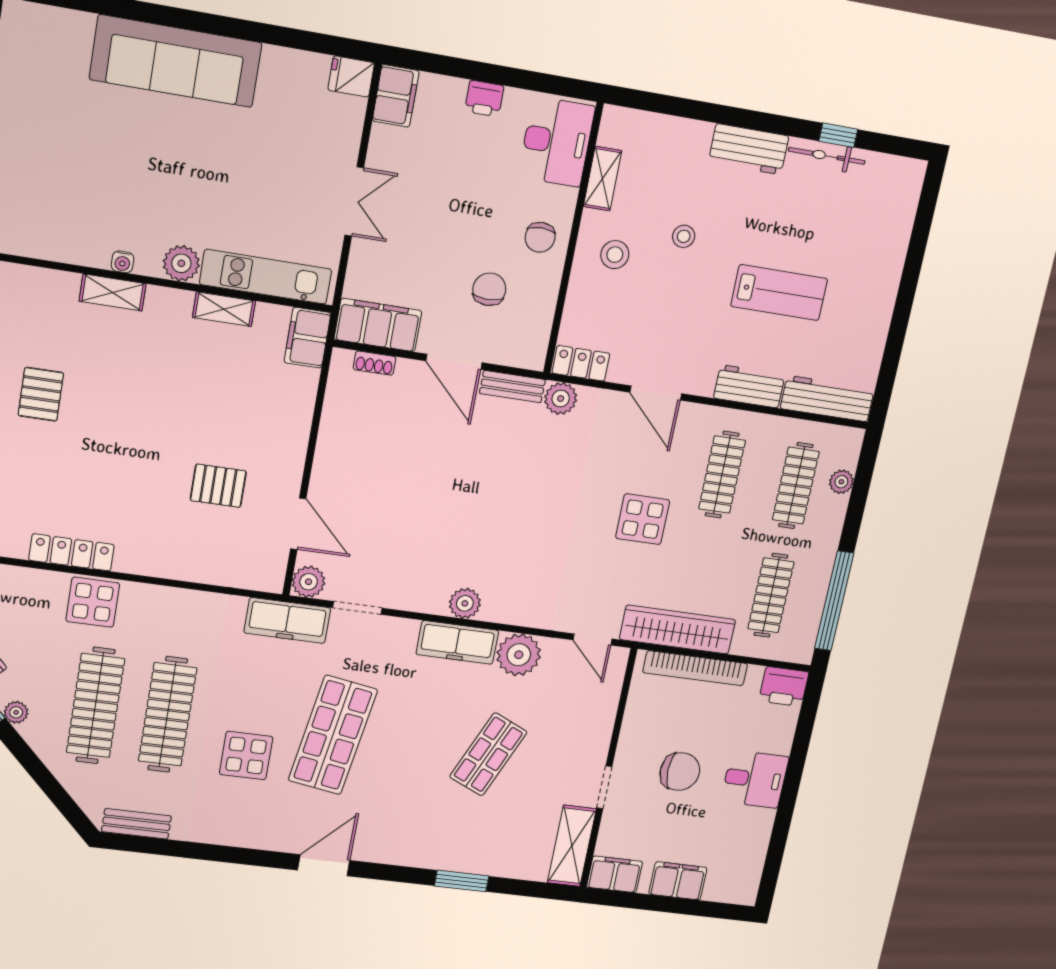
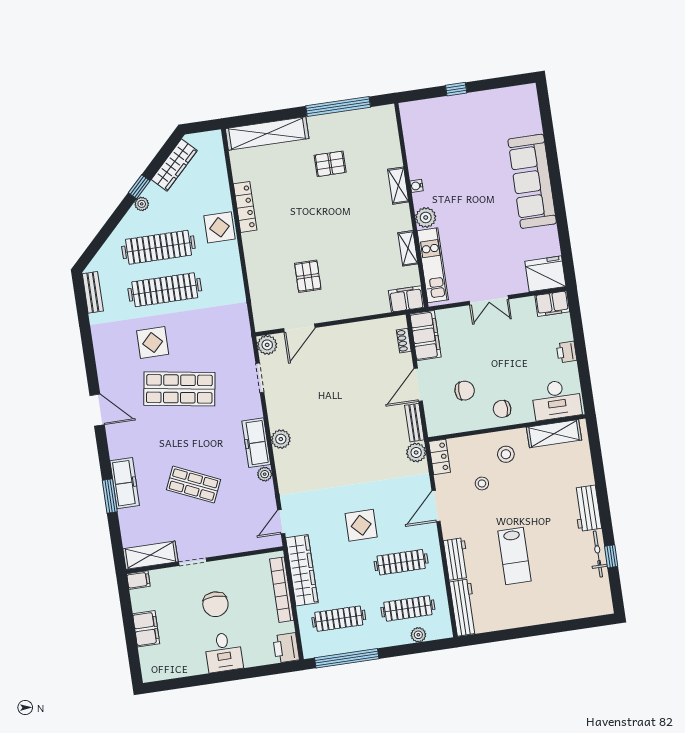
fridge: (351, 77) -> (545, 274), width x1.88, depth x1.34
shelving: (603, 179) -> (554, 434), width x1.50, depth x1.33
stool: (684, 236) -> (482, 483), moved
freezer: (287, 620) -> (125, 483), moved, turned 180
plant: (519, 655) -> (265, 474), width x0.53, depth x0.53
filing cabinet: (615, 874) -> (138, 580), width x0.50

